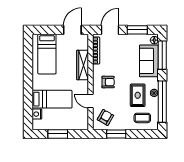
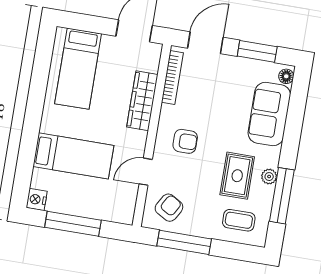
window: (162, 55) -> (297, 107), removed
door: (90, 101) -> (146, 172), hinge flipped
window: (162, 102) -> (282, 196), width x0.68
nightstand: (37, 114) -> (37, 199), moved
window: (58, 134) -> (73, 224), width x1.44
window: (116, 134) -> (184, 242), width x1.44

